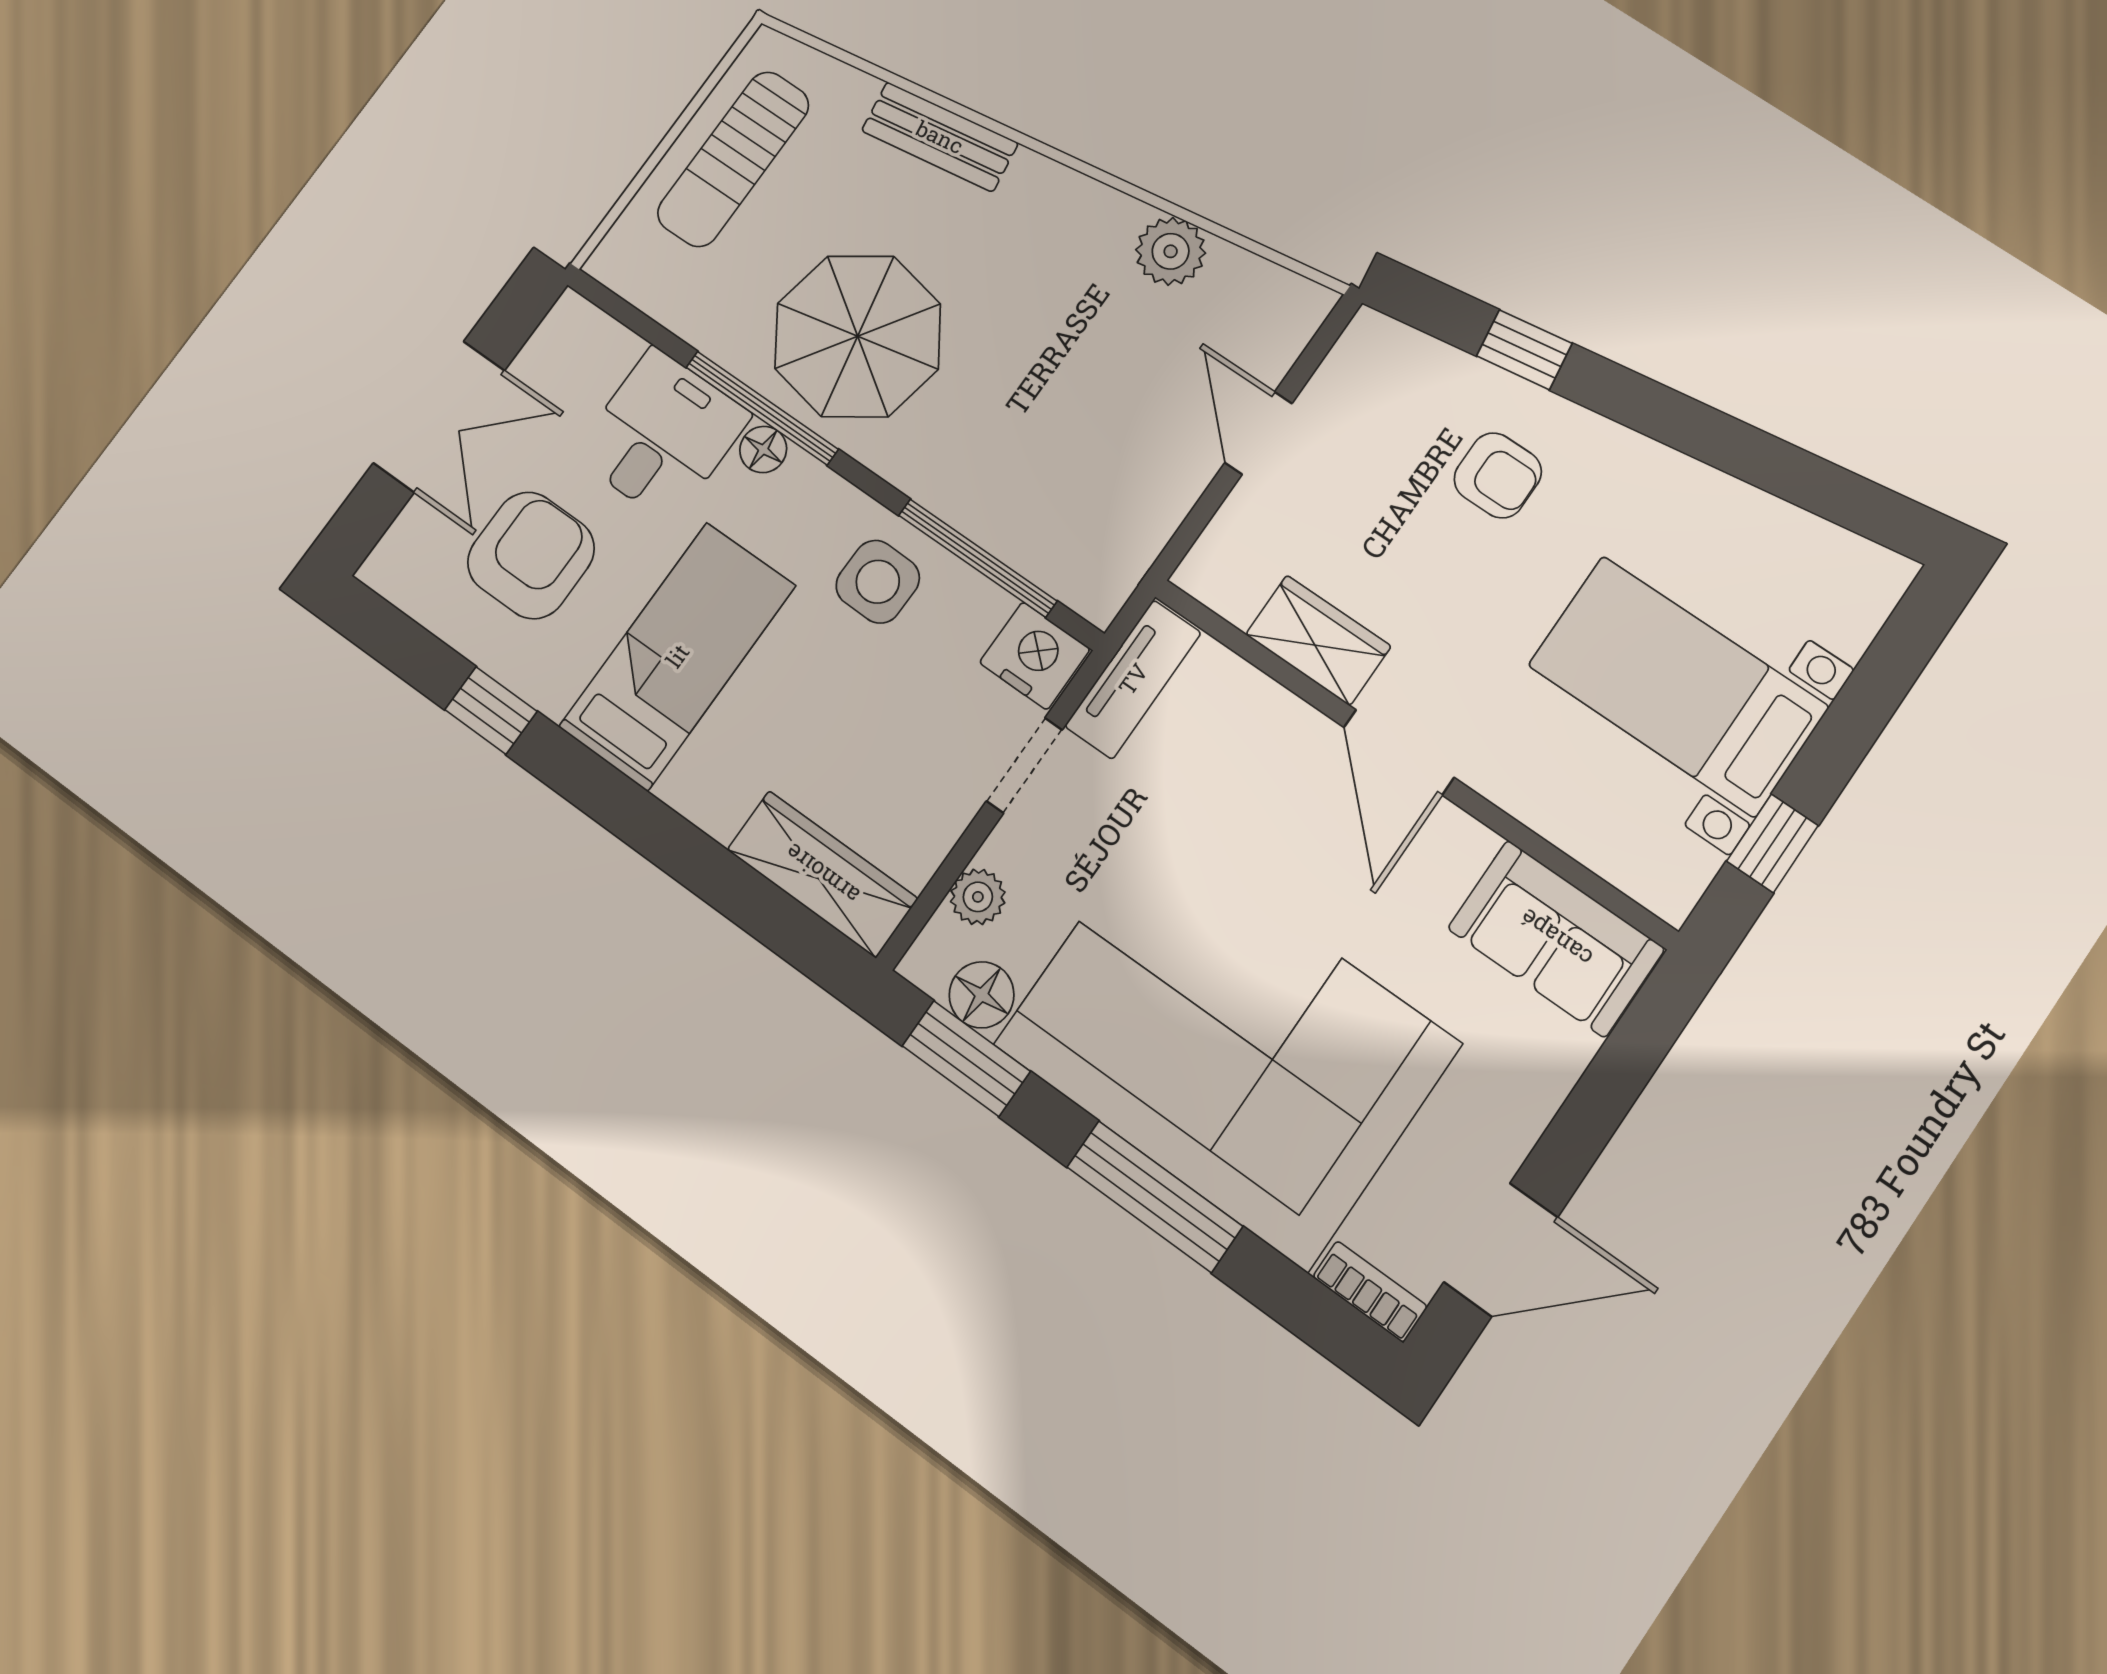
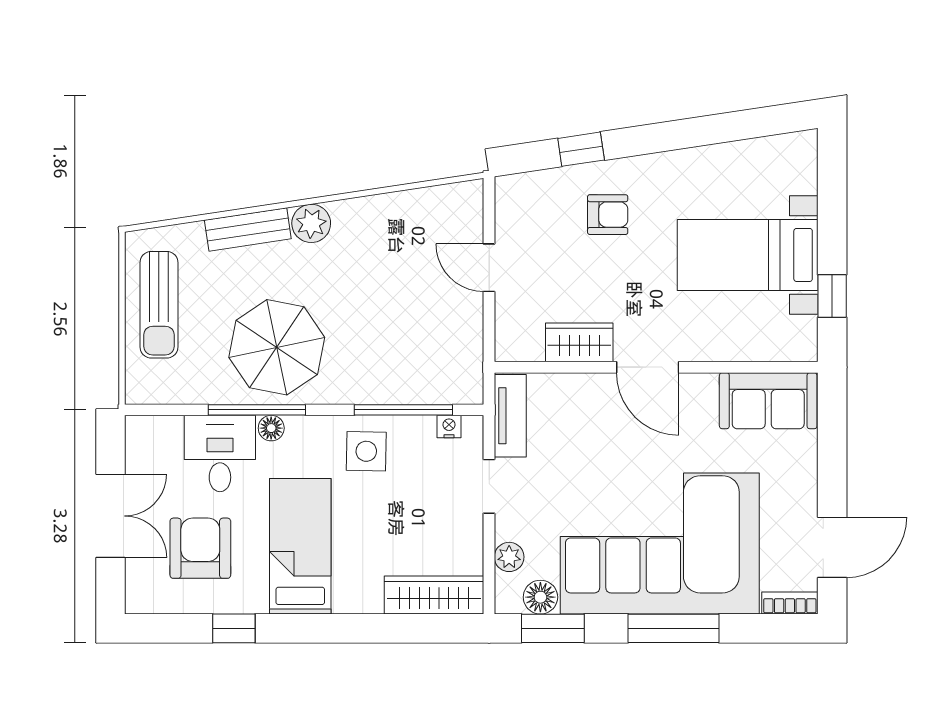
plant: (1171, 251) -> (311, 223), moved
nightstand: (1035, 656) -> (449, 426), width x0.53, depth x0.56

